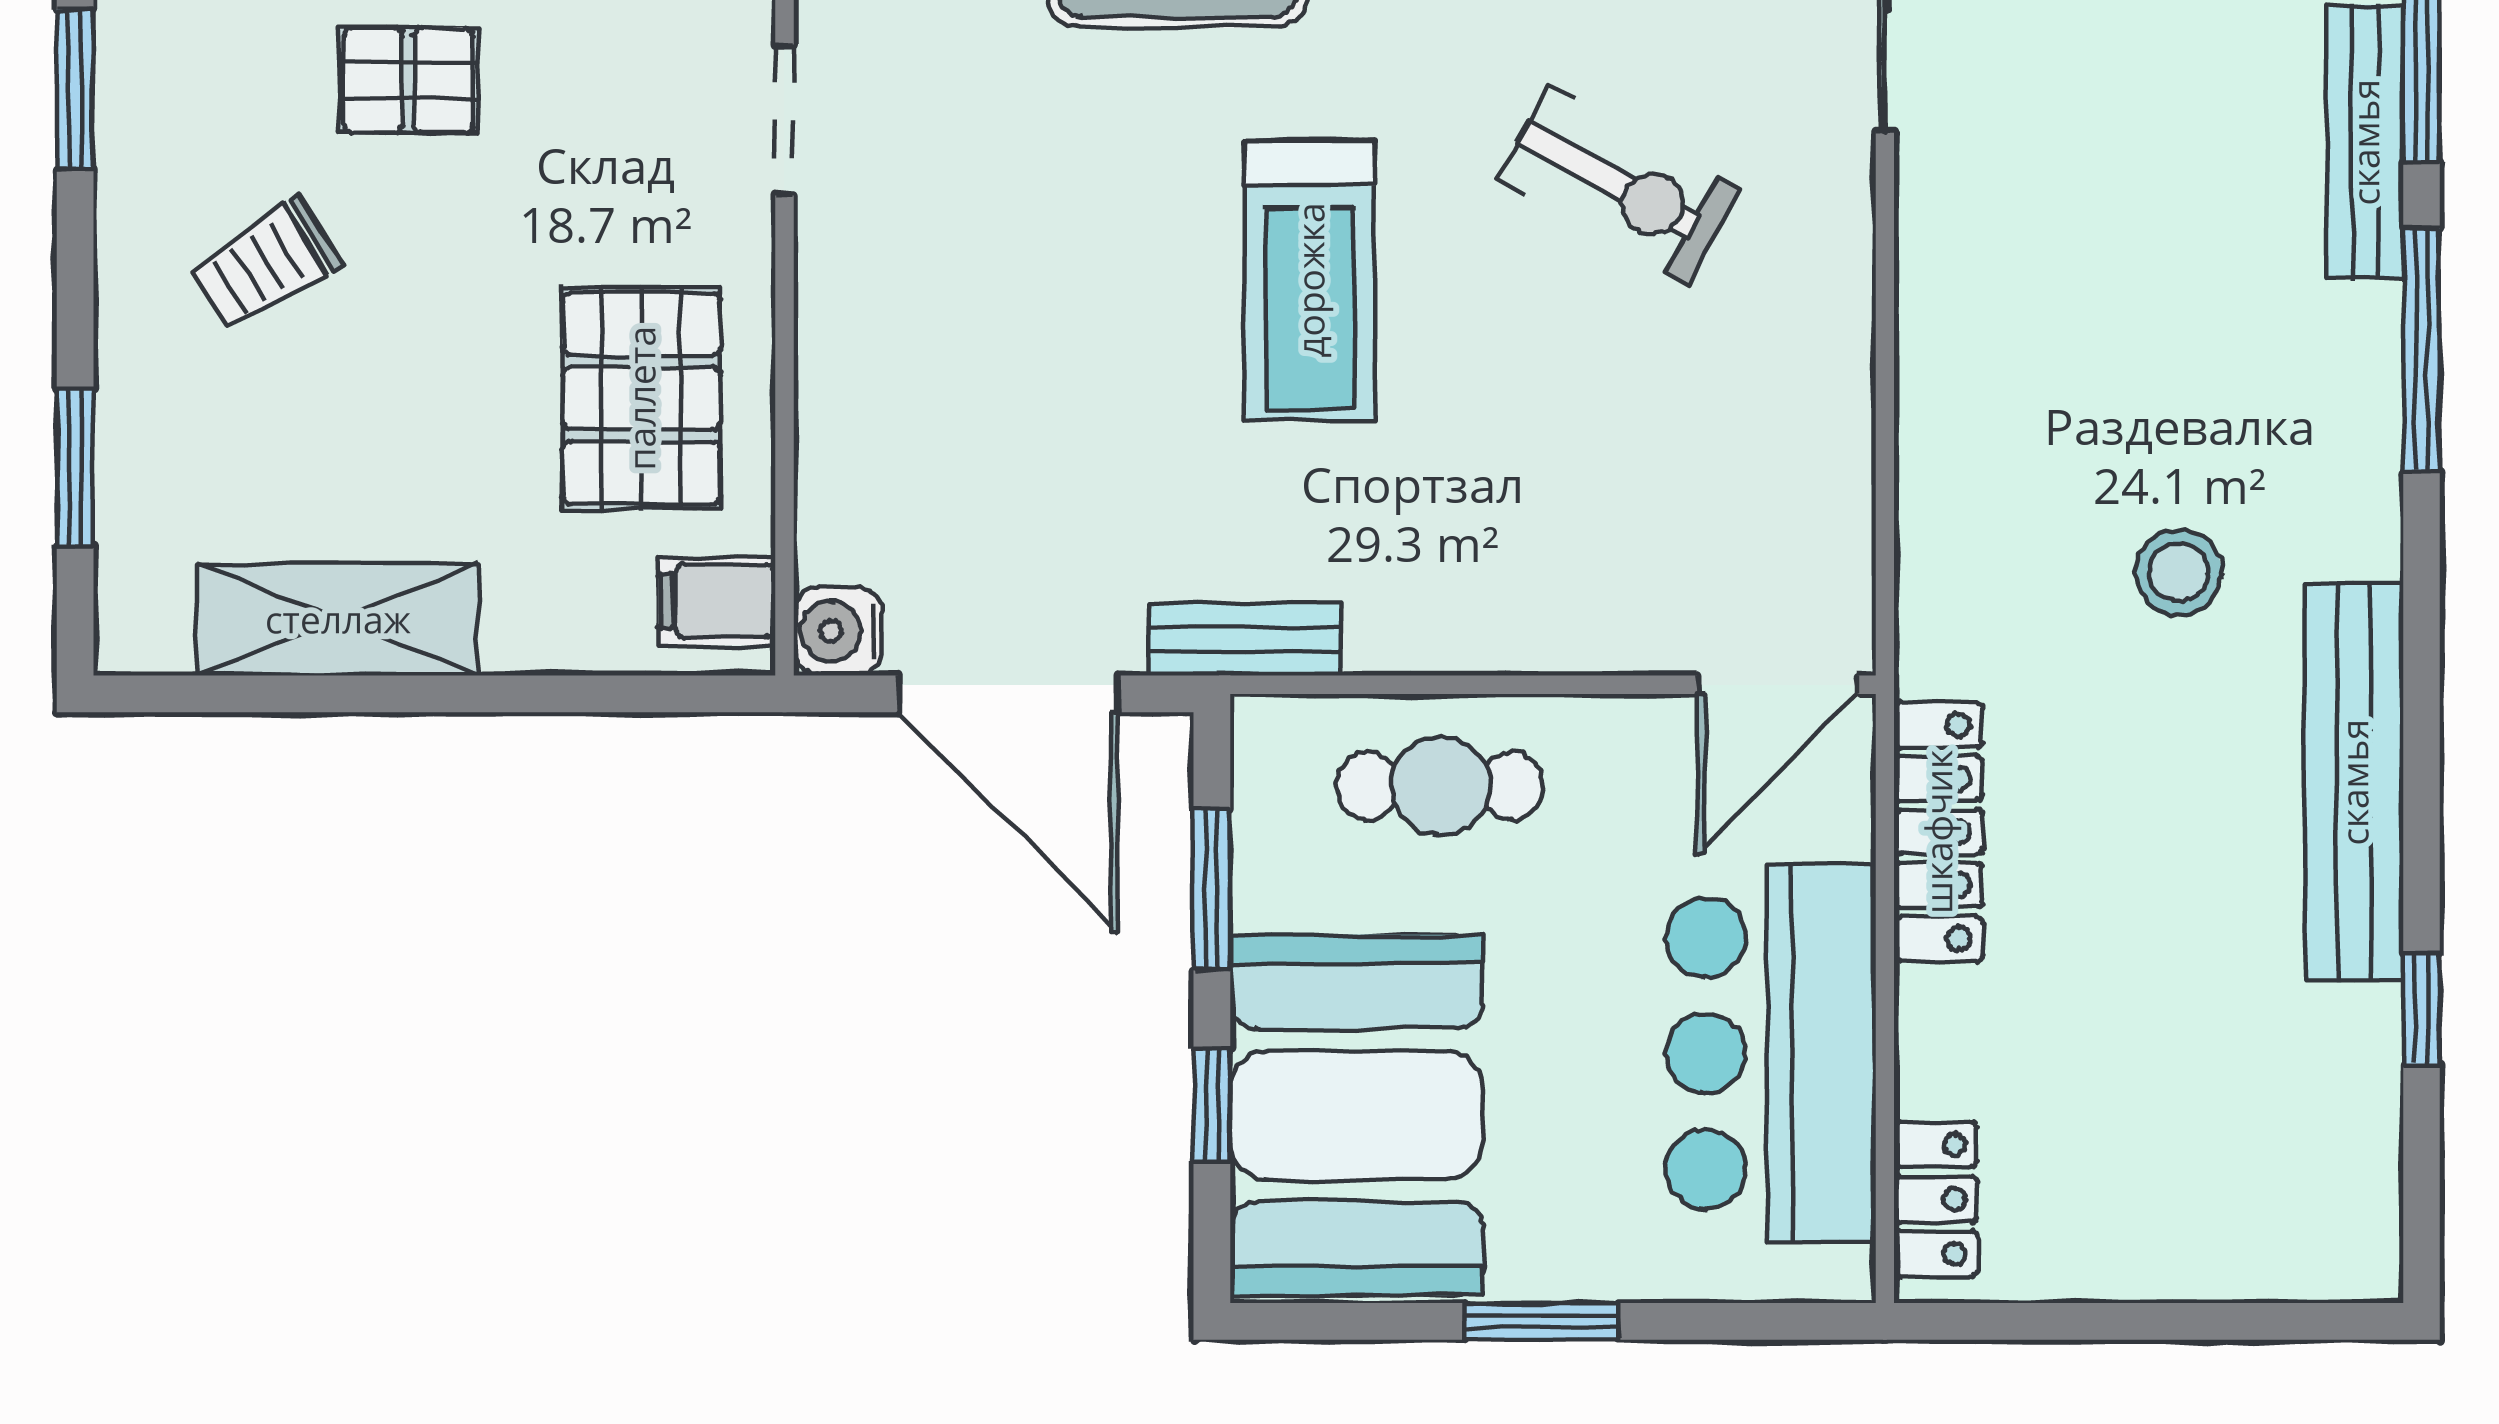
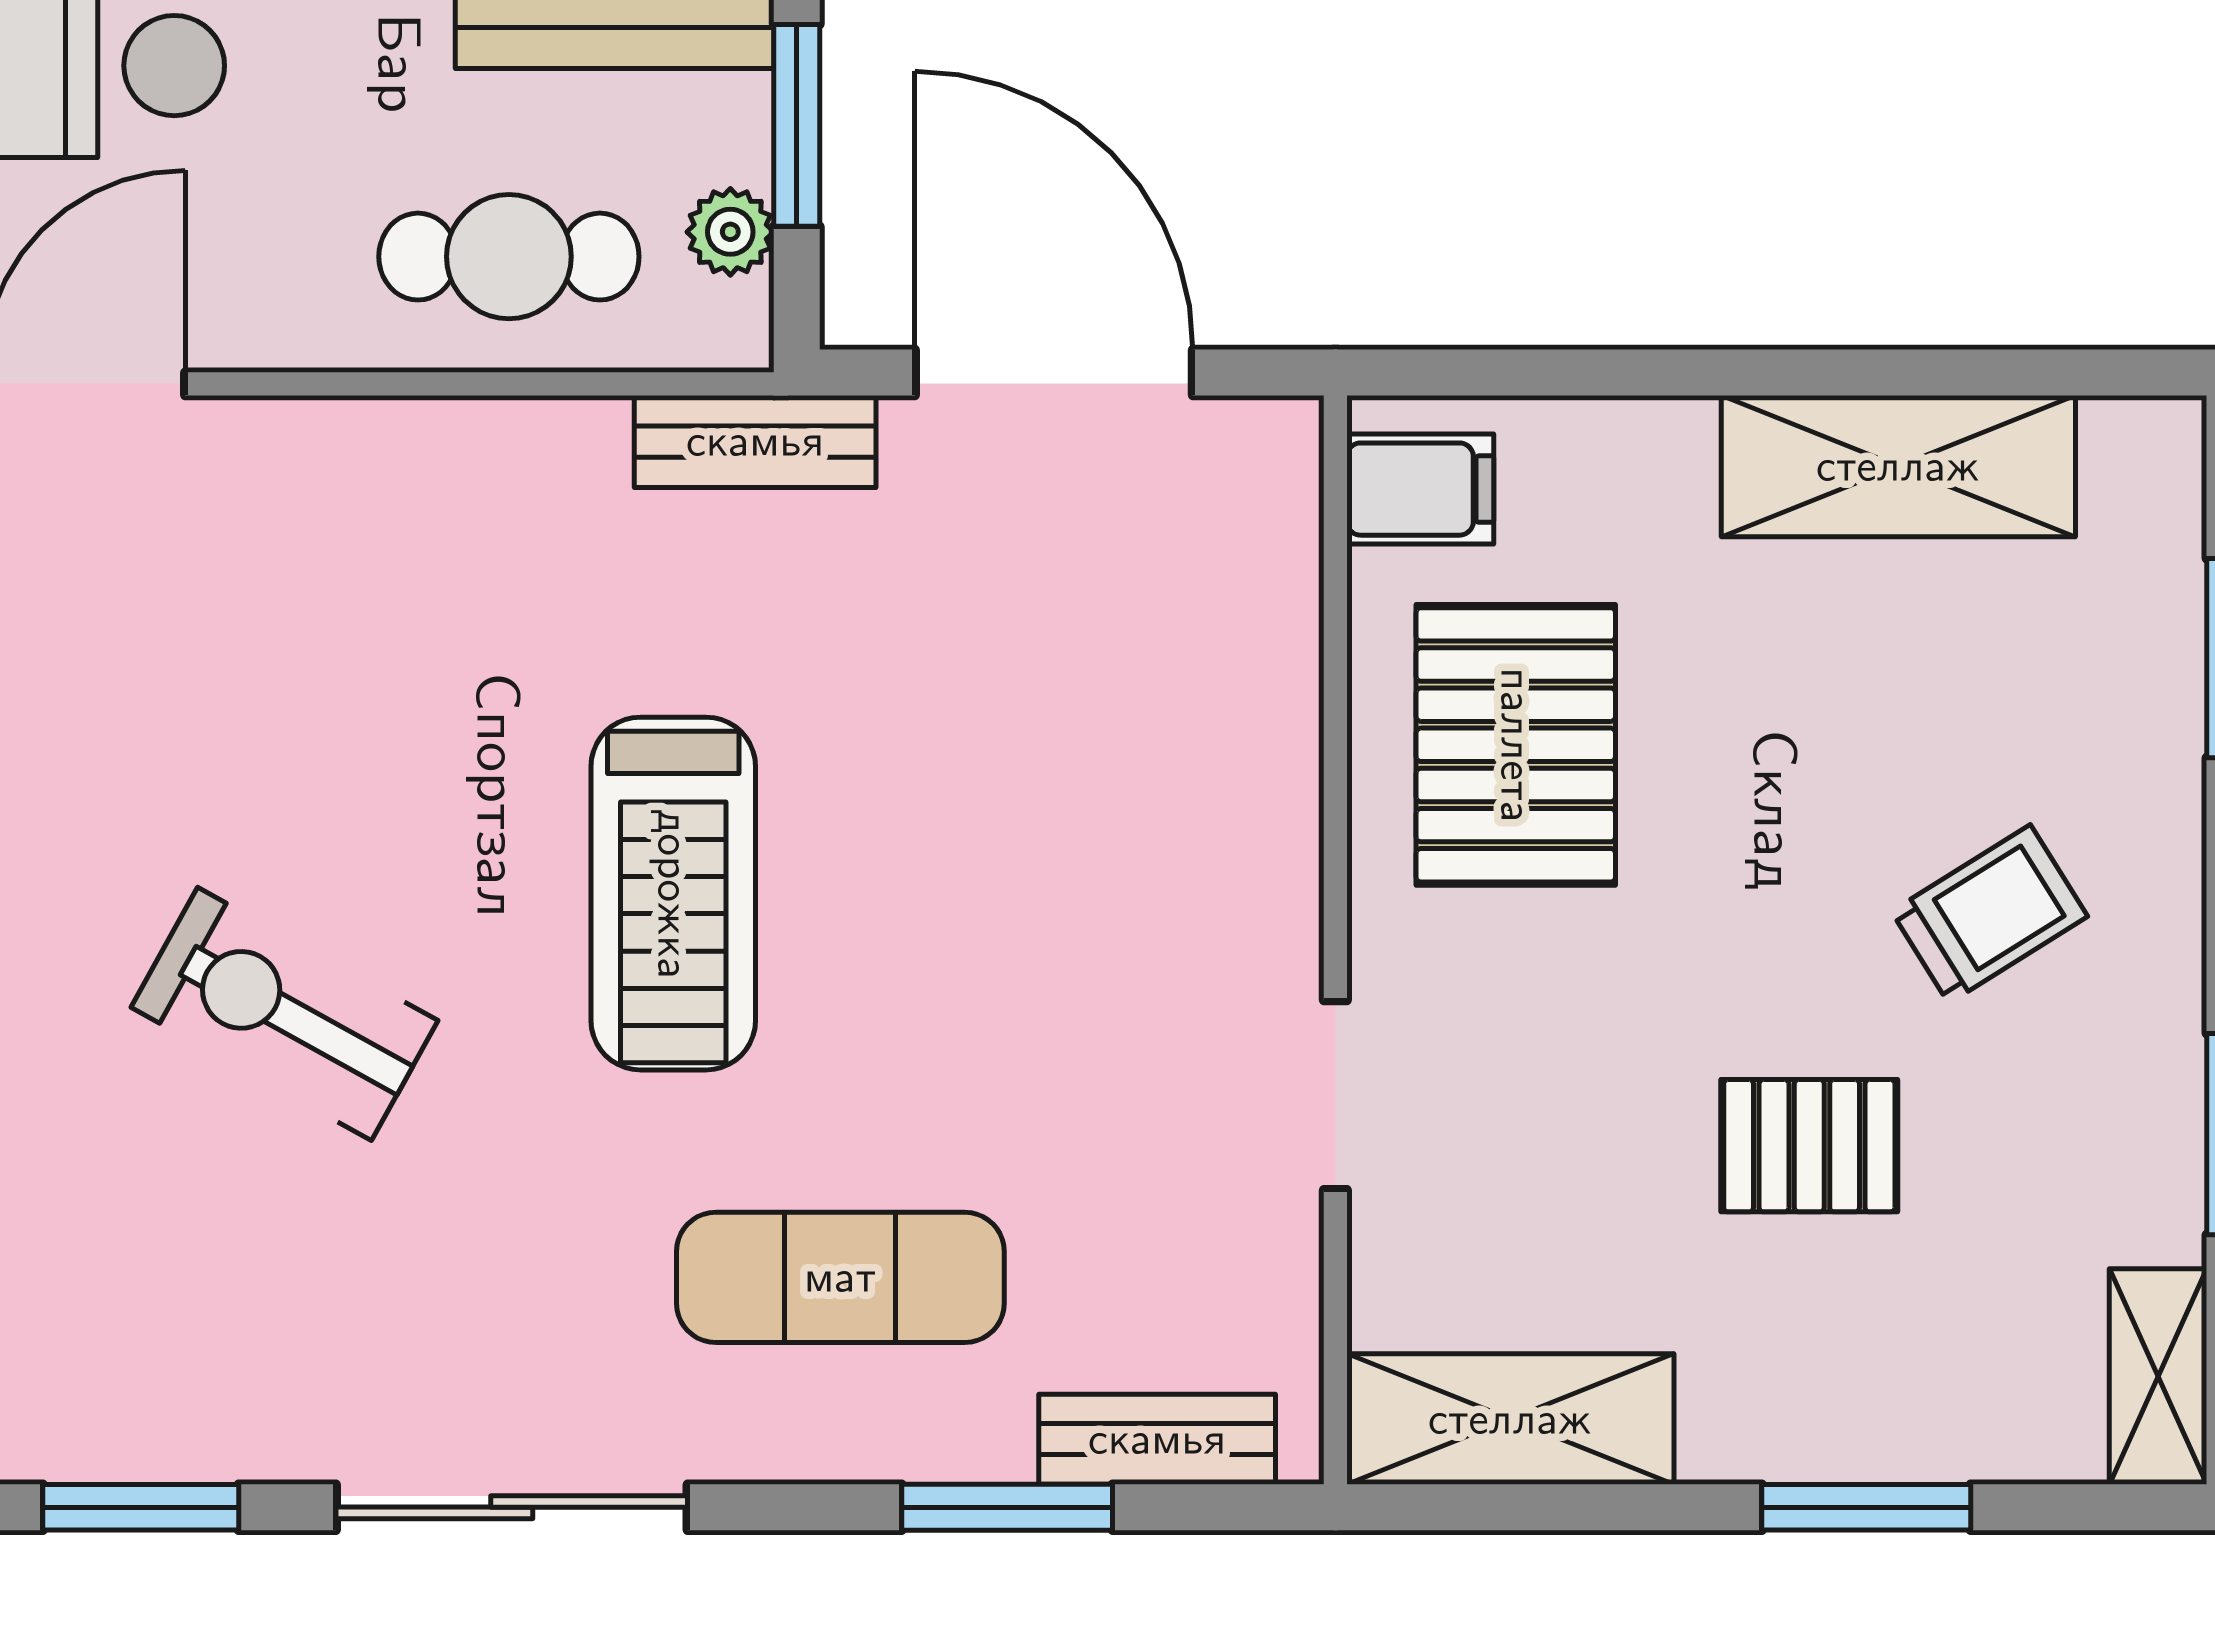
treadmill: (1310, 280) -> (673, 894), turned 180
water cooler: (838, 631) -> (1268, 451), removed
plant: (1265, 805) -> (730, 232), added

